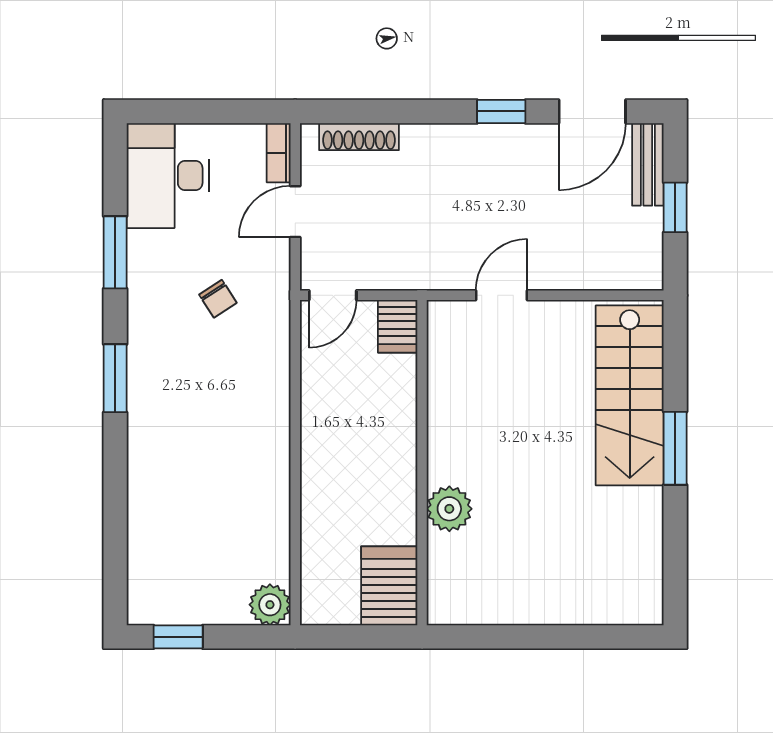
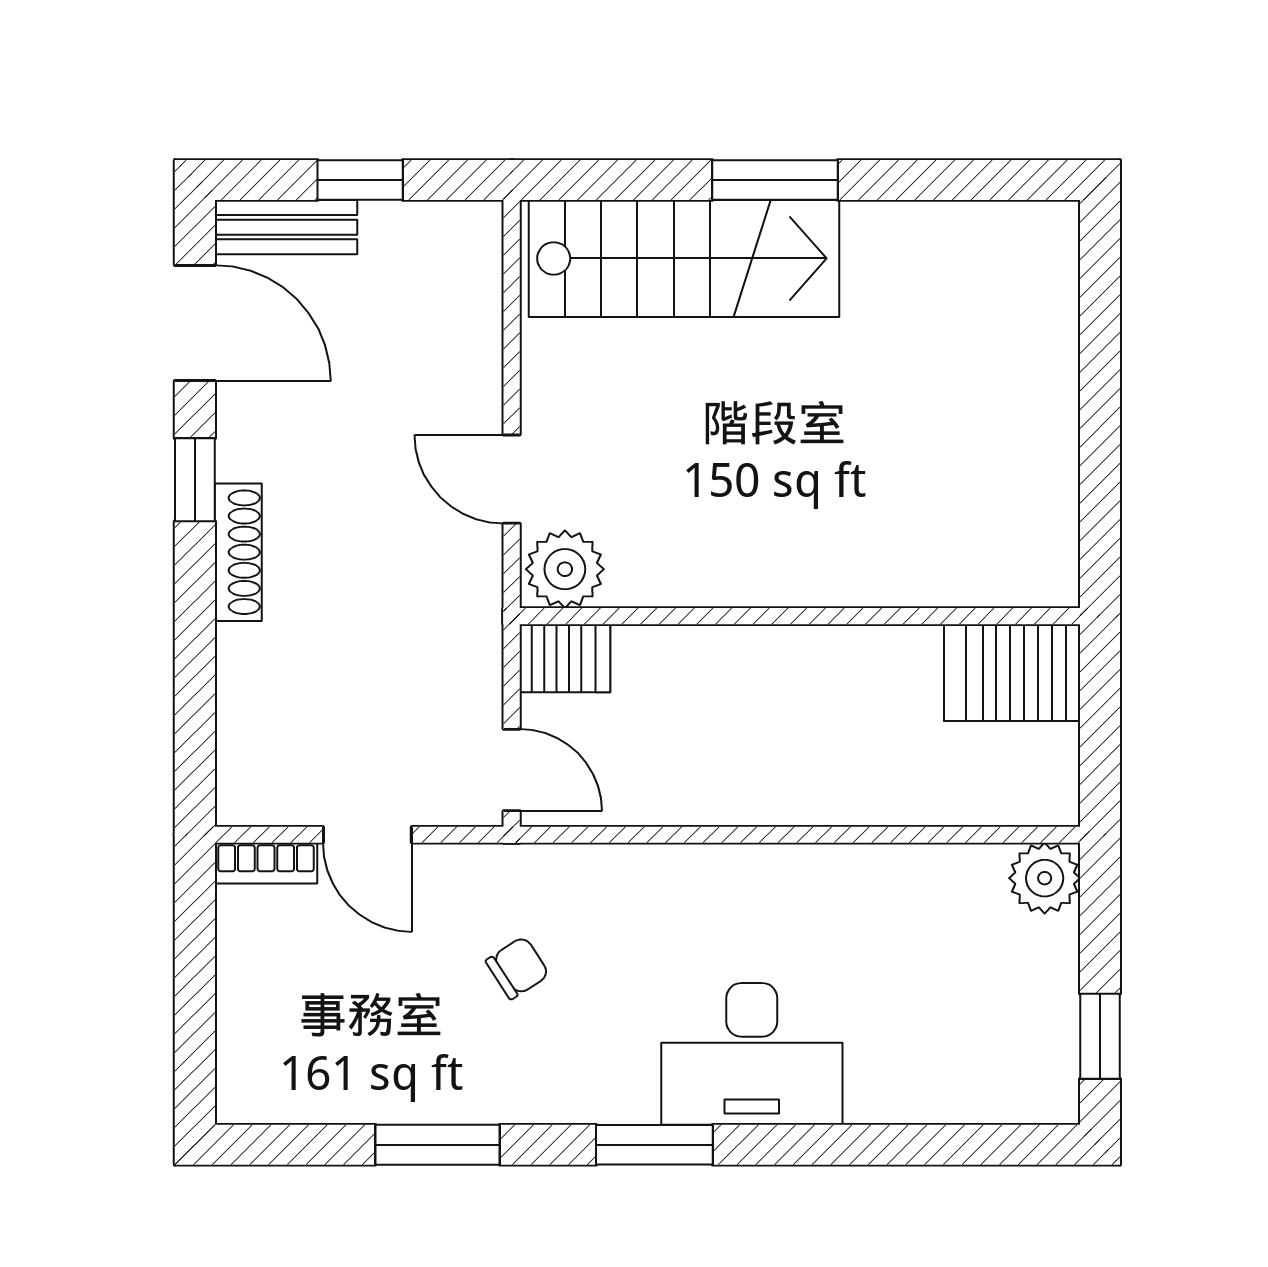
shoe rack: (359, 137) -> (238, 552), moved
desk: (168, 176) -> (752, 1054), moved
plant: (449, 509) -> (565, 569), moved

